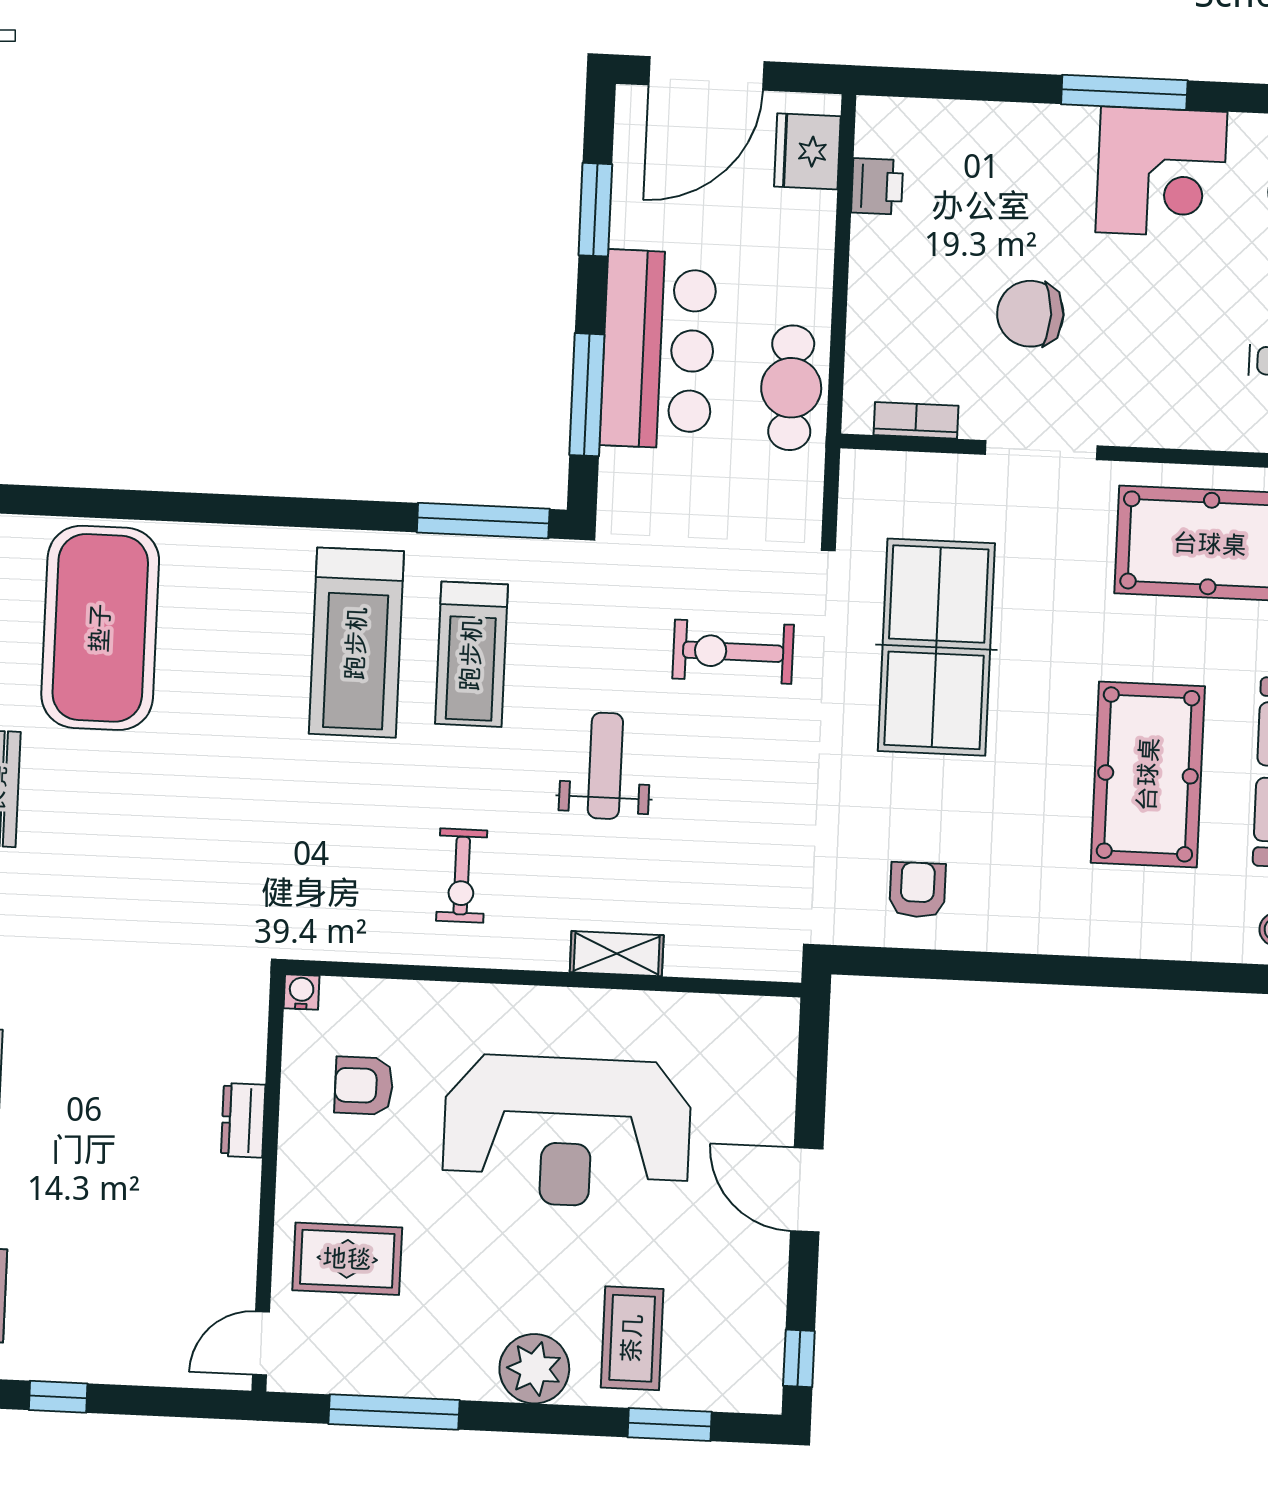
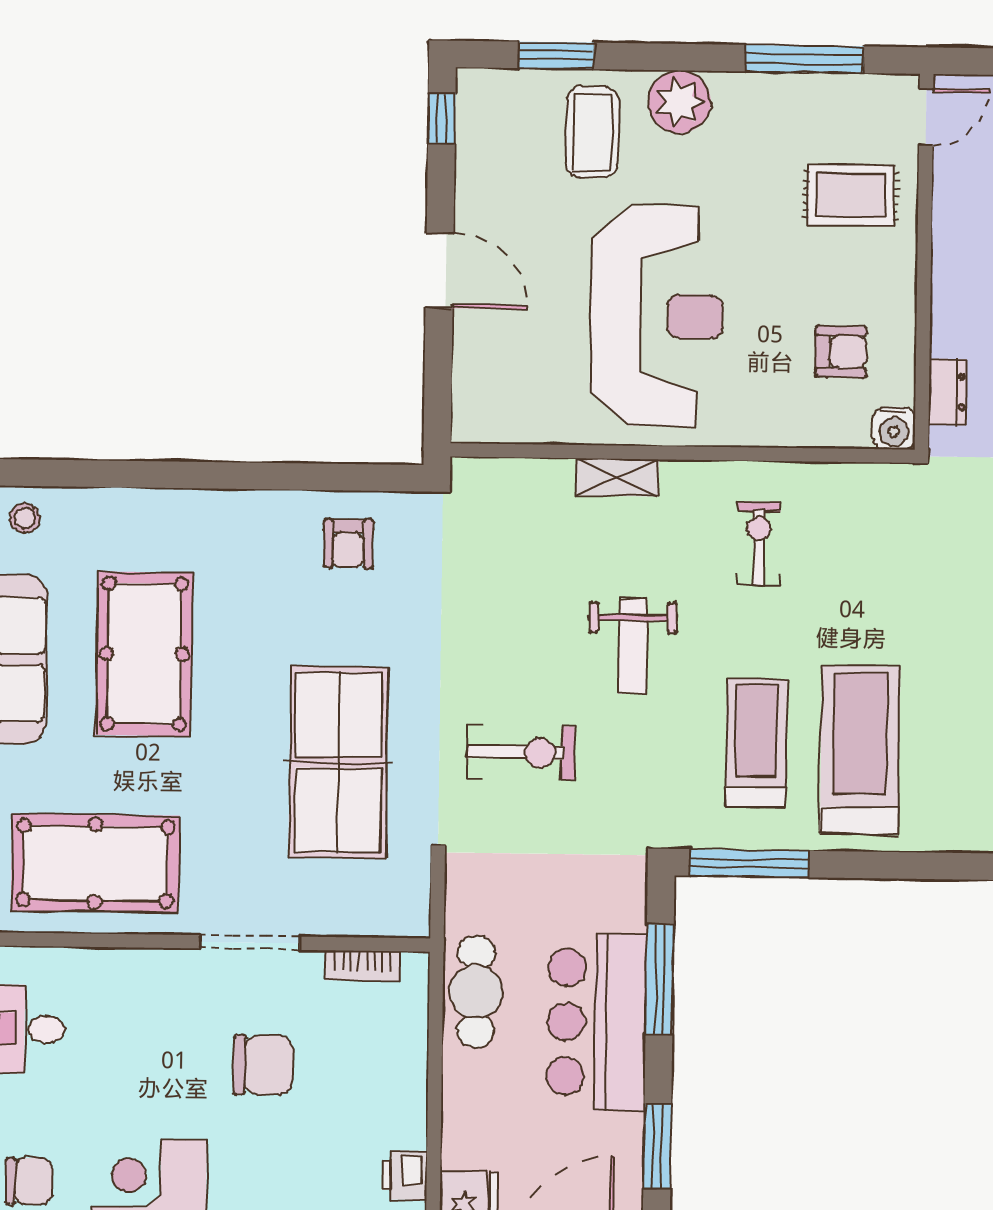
water cooler: (301, 992) -> (894, 428), width x1.38, depth x1.38
dresser: (243, 1120) -> (947, 392), moved
reception desk: (567, 1132) -> (657, 316), turned 90

